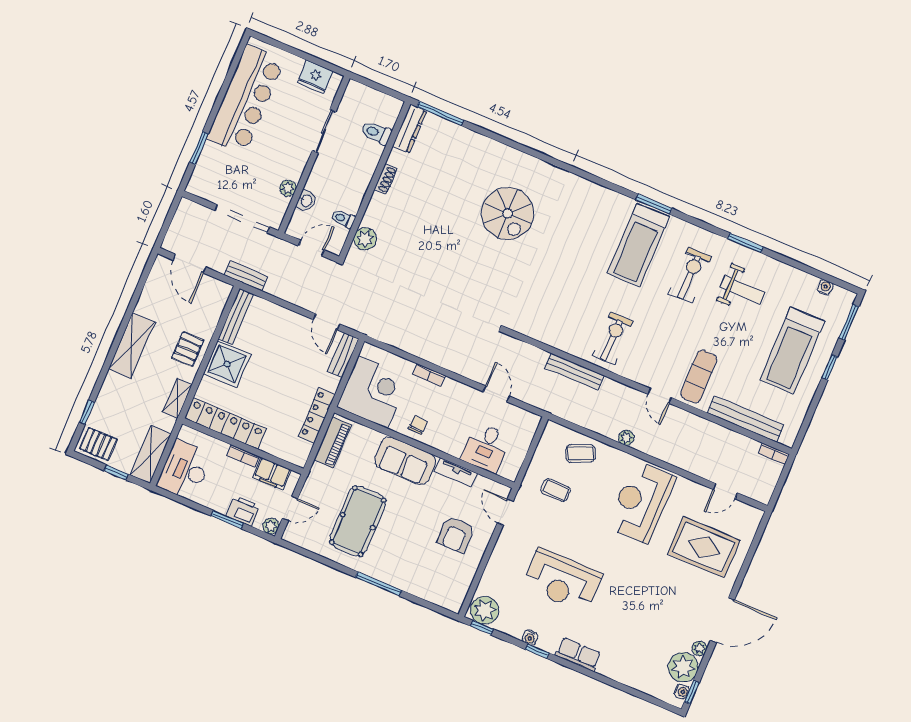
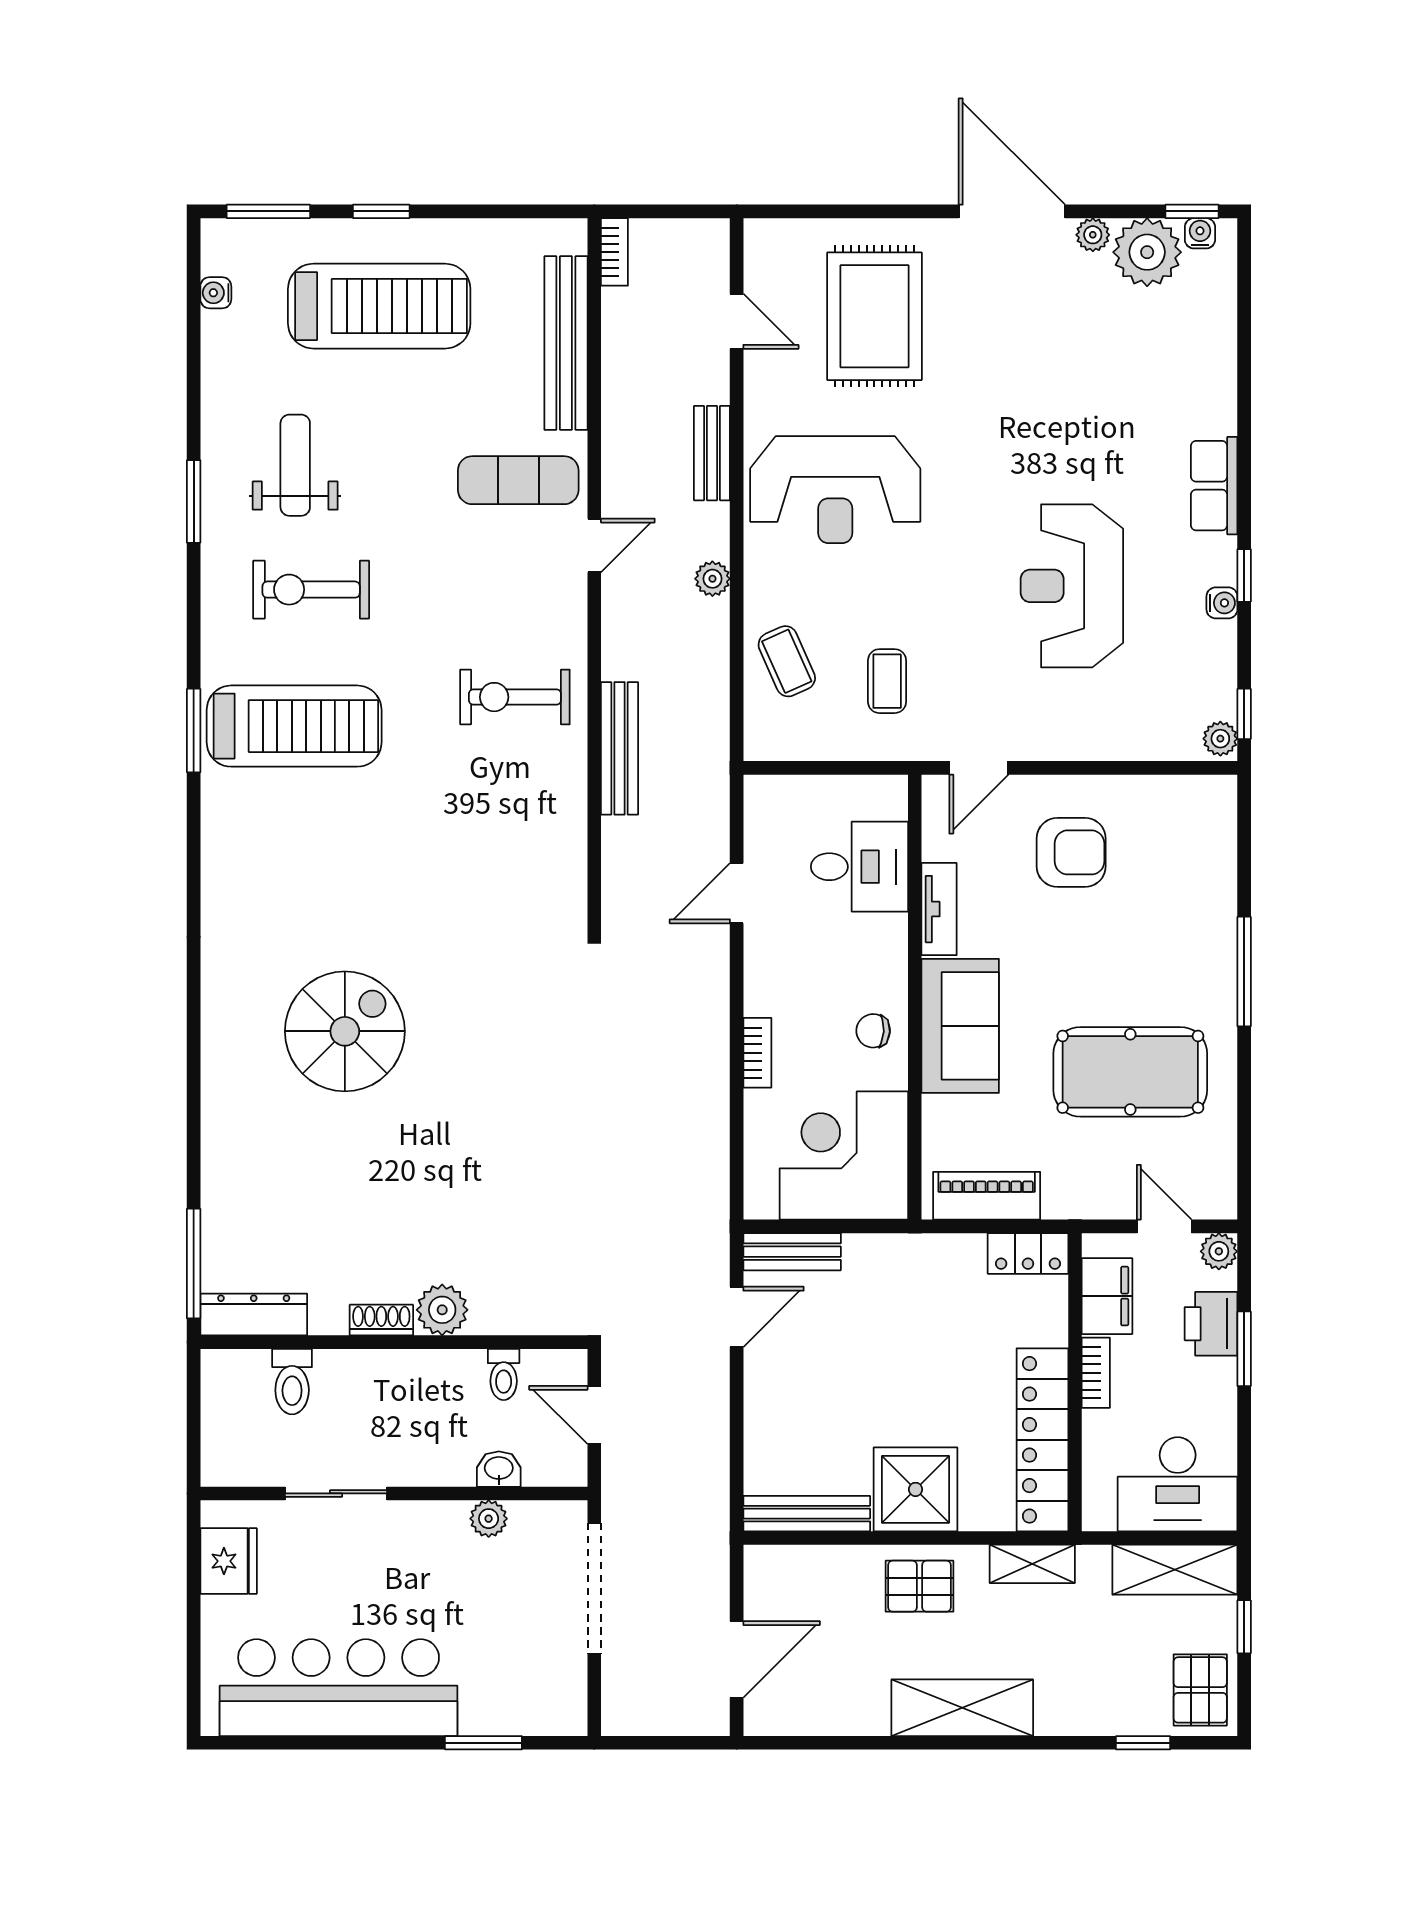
plant: (365, 239) -> (442, 1310), moved
bench: (246, 276) -> (712, 453), moved
locker: (317, 415) -> (1028, 1253), moved, width x0.66
reception desk: (562, 580) -> (1072, 586), turned 180
plant: (484, 610) -> (1220, 739), width x0.53, depth x0.53

